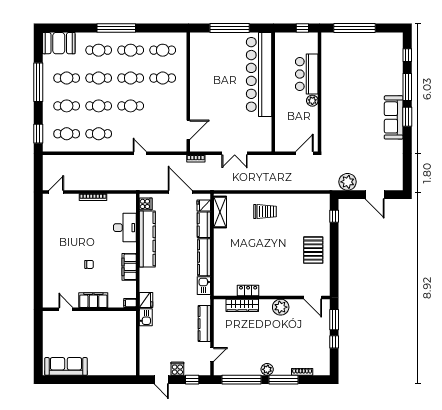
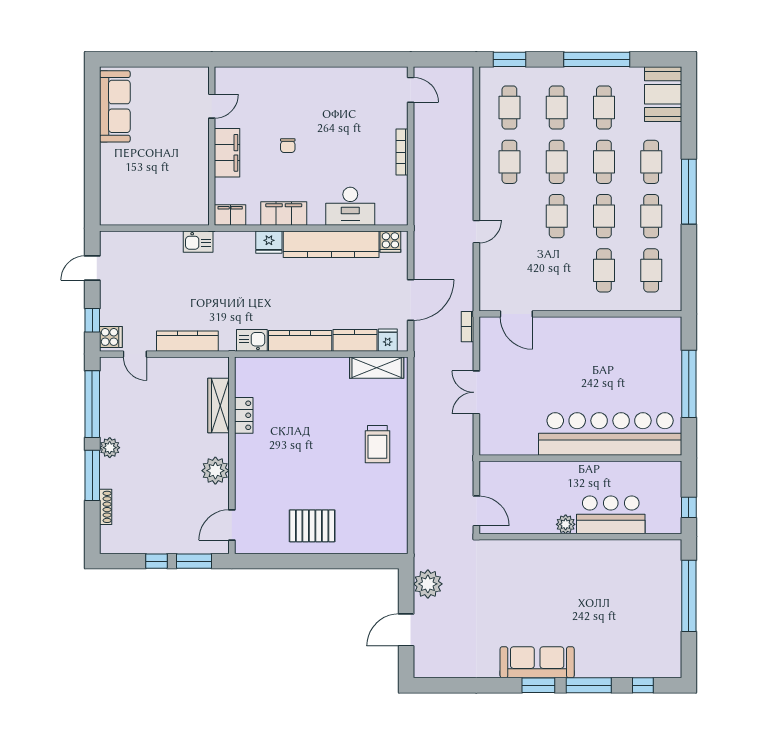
window: (334, 216) -> (370, 561), removed
fridge: (146, 300) -> (269, 242), moved
filing cabinet: (130, 303) -> (230, 215), width x2.00
cooker: (177, 369) -> (111, 337), moved

